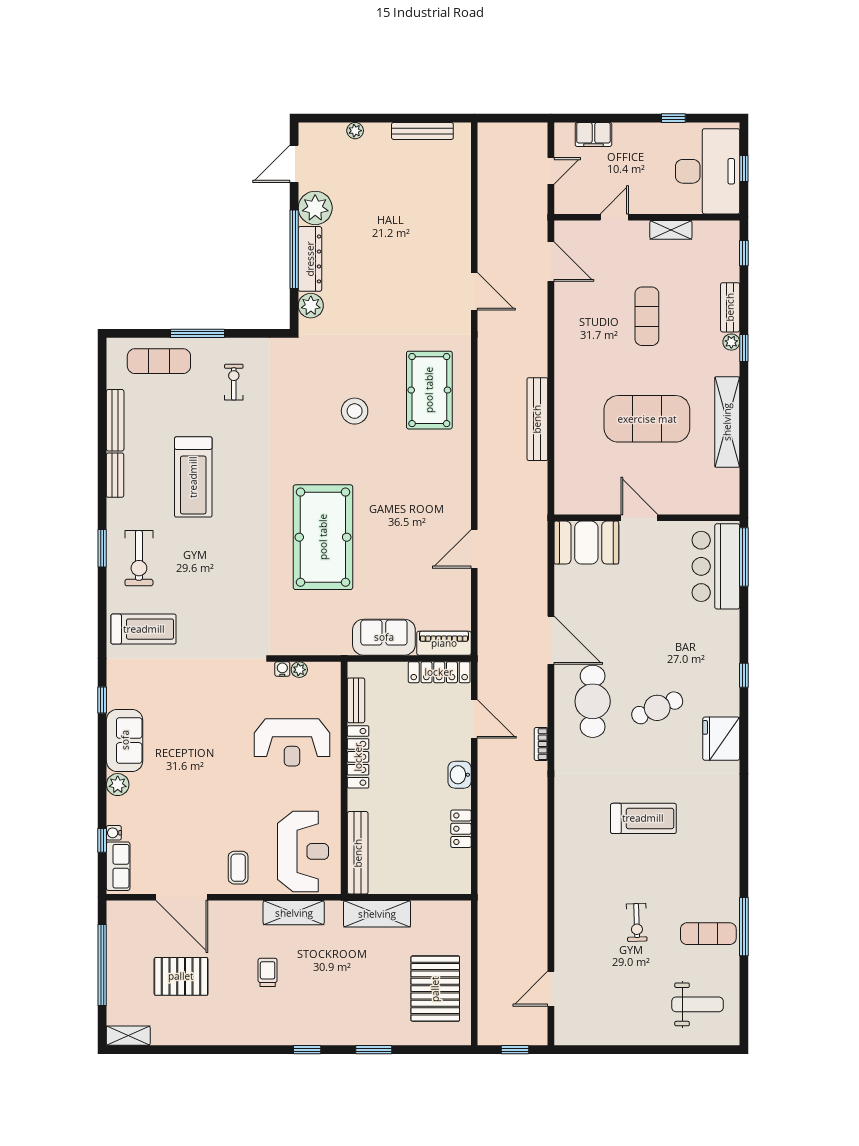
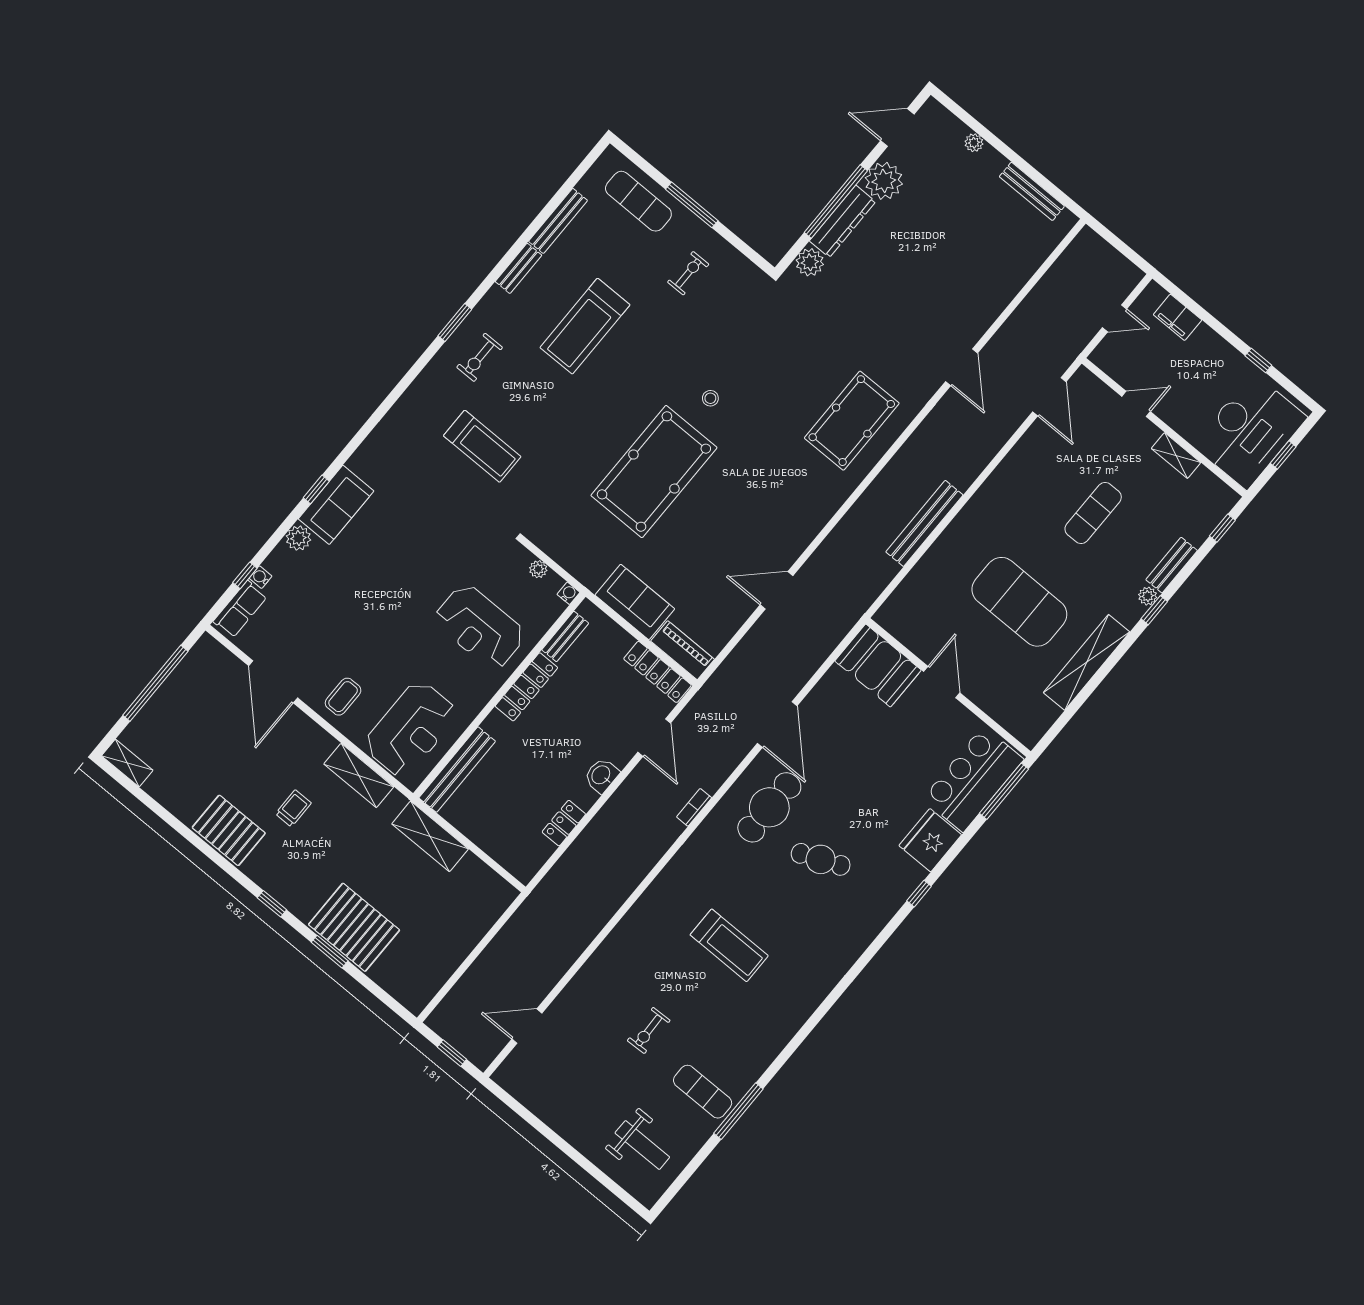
stool: (355, 411) -> (710, 398), moved, width x0.53, depth x0.53
exercise bike: (139, 558) -> (480, 357), width x0.73, depth x0.72
treadmill: (144, 629) -> (482, 446), moved
water cooler: (282, 669) -> (568, 593), moved
window: (102, 700) -> (316, 489), moved
fridge: (721, 739) -> (930, 840), moved
pallet: (181, 976) -> (229, 830), moved
pallet: (435, 989) -> (354, 927), moved, turned 90

